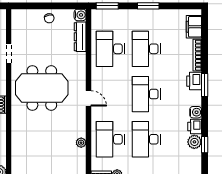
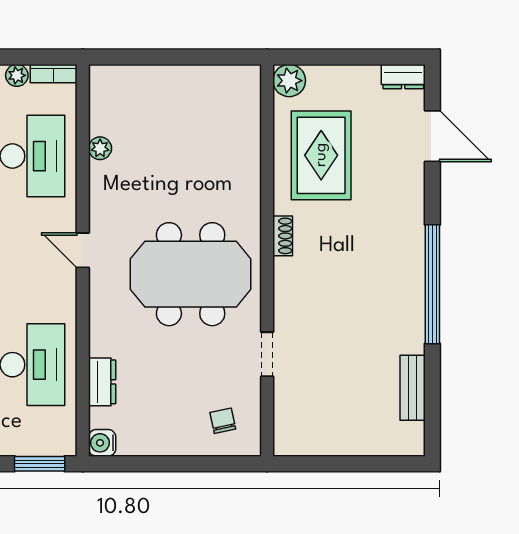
chair: (49, 18) -> (223, 421), moved
dresser: (80, 37) -> (102, 382), width x0.70

